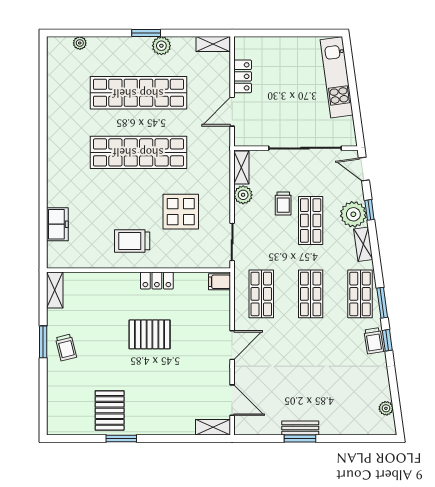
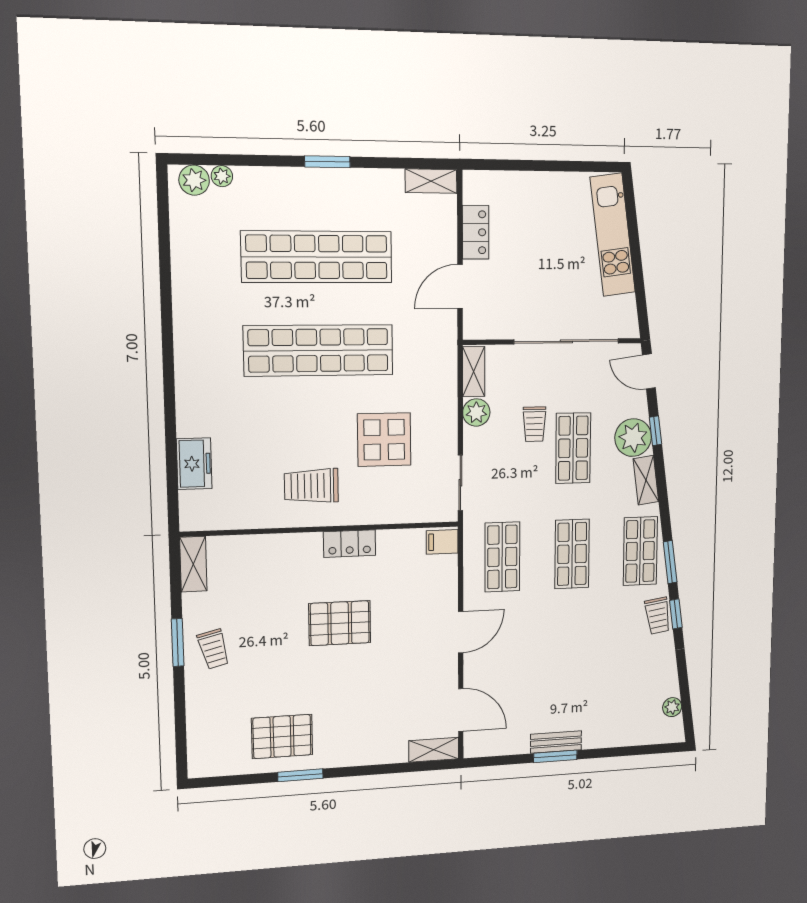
plant: (161, 46) -> (194, 180), moved
pallet: (110, 410) -> (282, 737), turned 90

